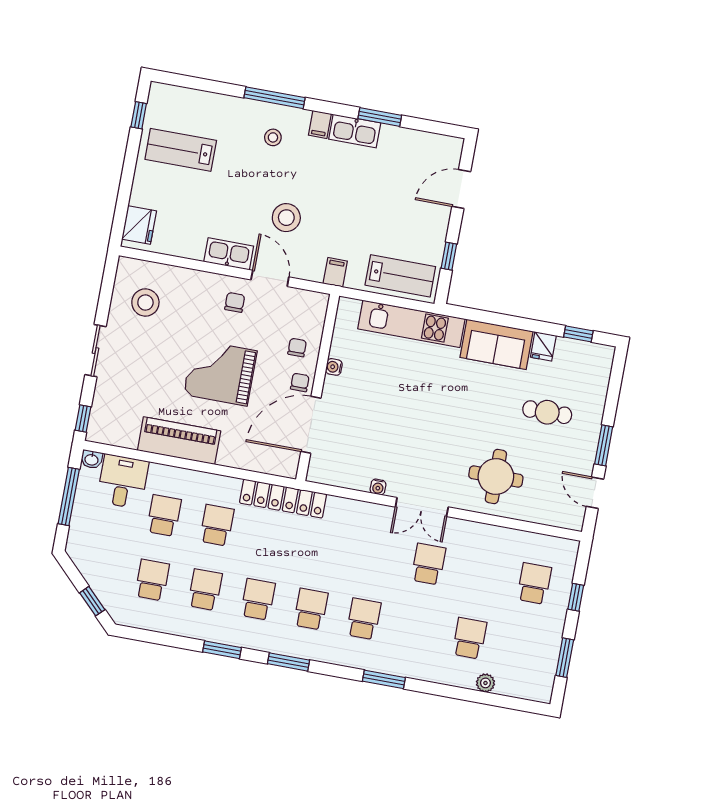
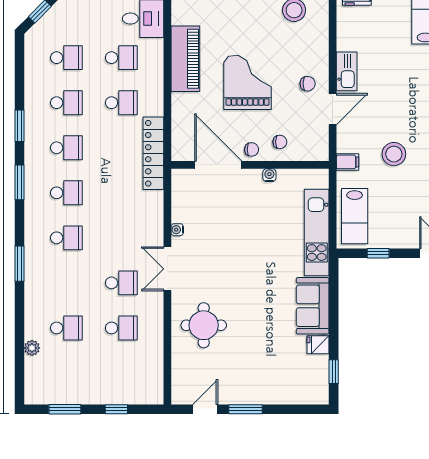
stool: (286, 218) -> (394, 154), moved
cafe table: (547, 412) -> (264, 358), removed
school desk: (534, 583) -> (121, 328), moved

